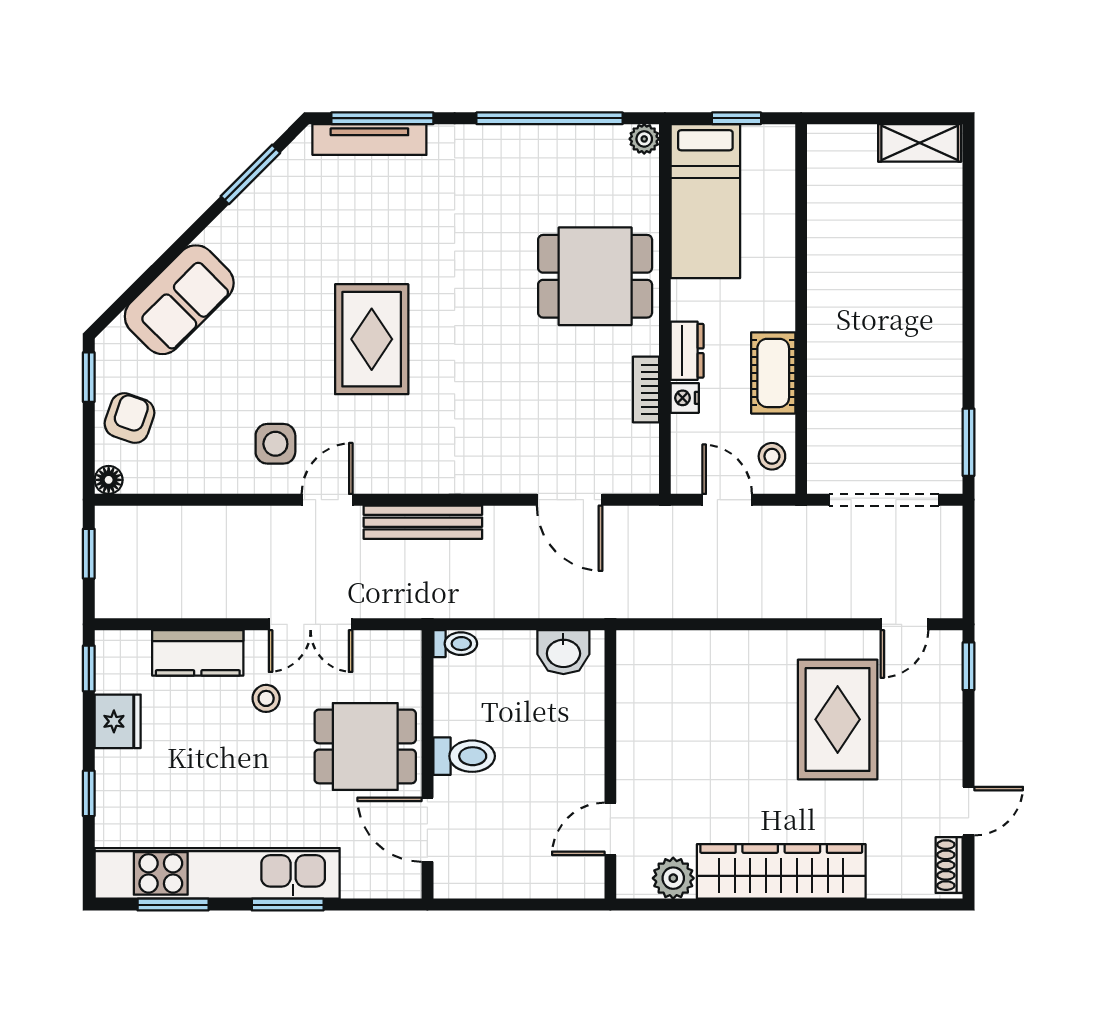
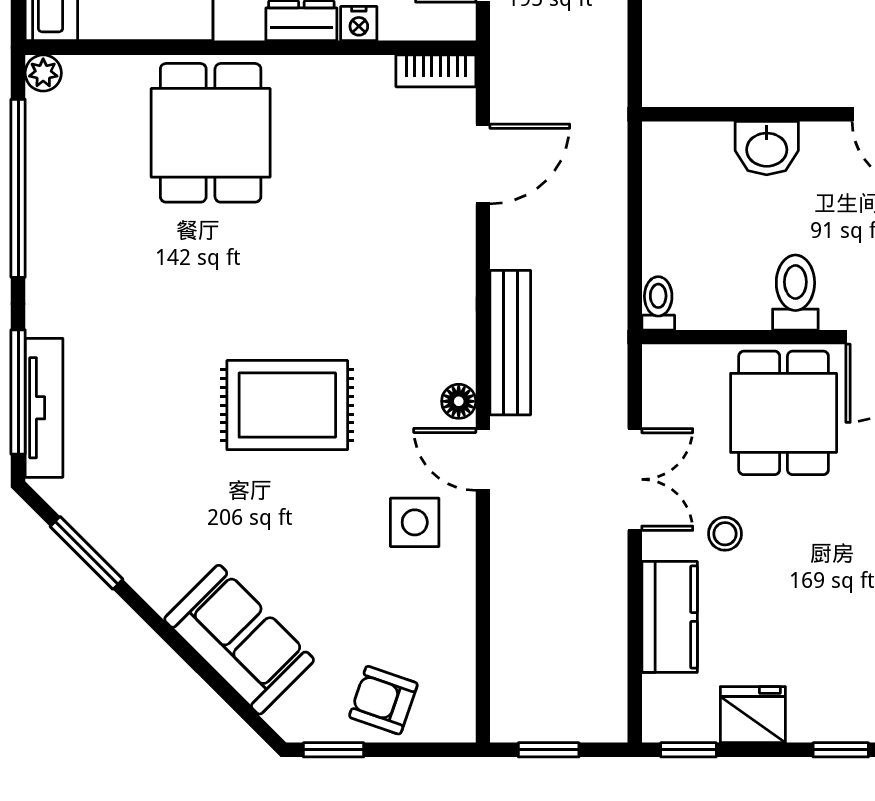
bookcase: (646, 389) -> (436, 71), moved
floor lamp: (109, 480) -> (459, 401), moved
washbasin: (563, 652) -> (767, 148), moved, turned 90

